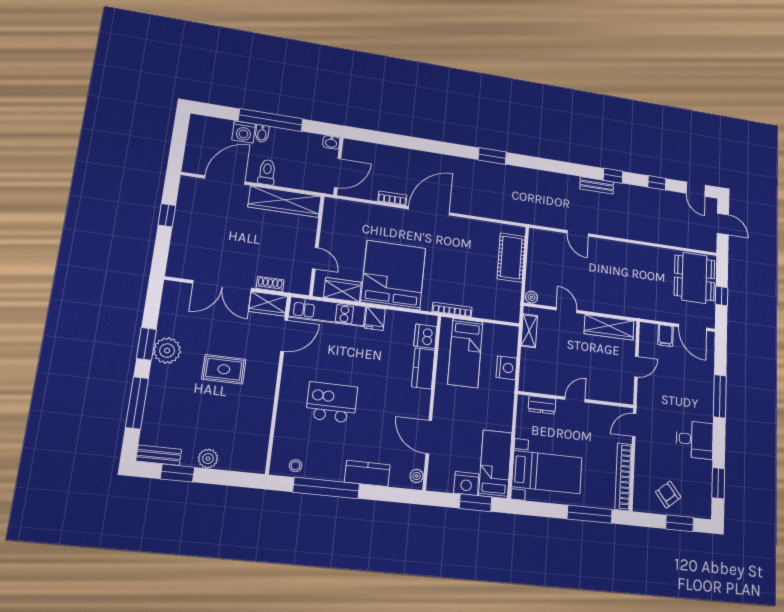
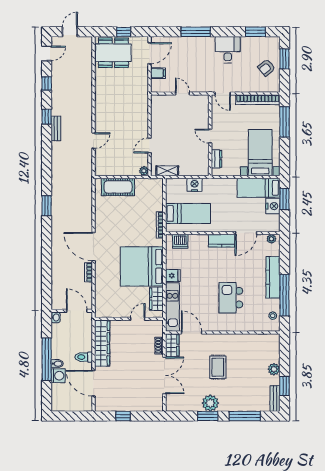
wardrobe: (609, 327) -> (157, 114), removed
kitchen counter: (423, 368) -> (222, 241), moved
kitchen counter: (367, 473) -> (273, 277), width x1.50

